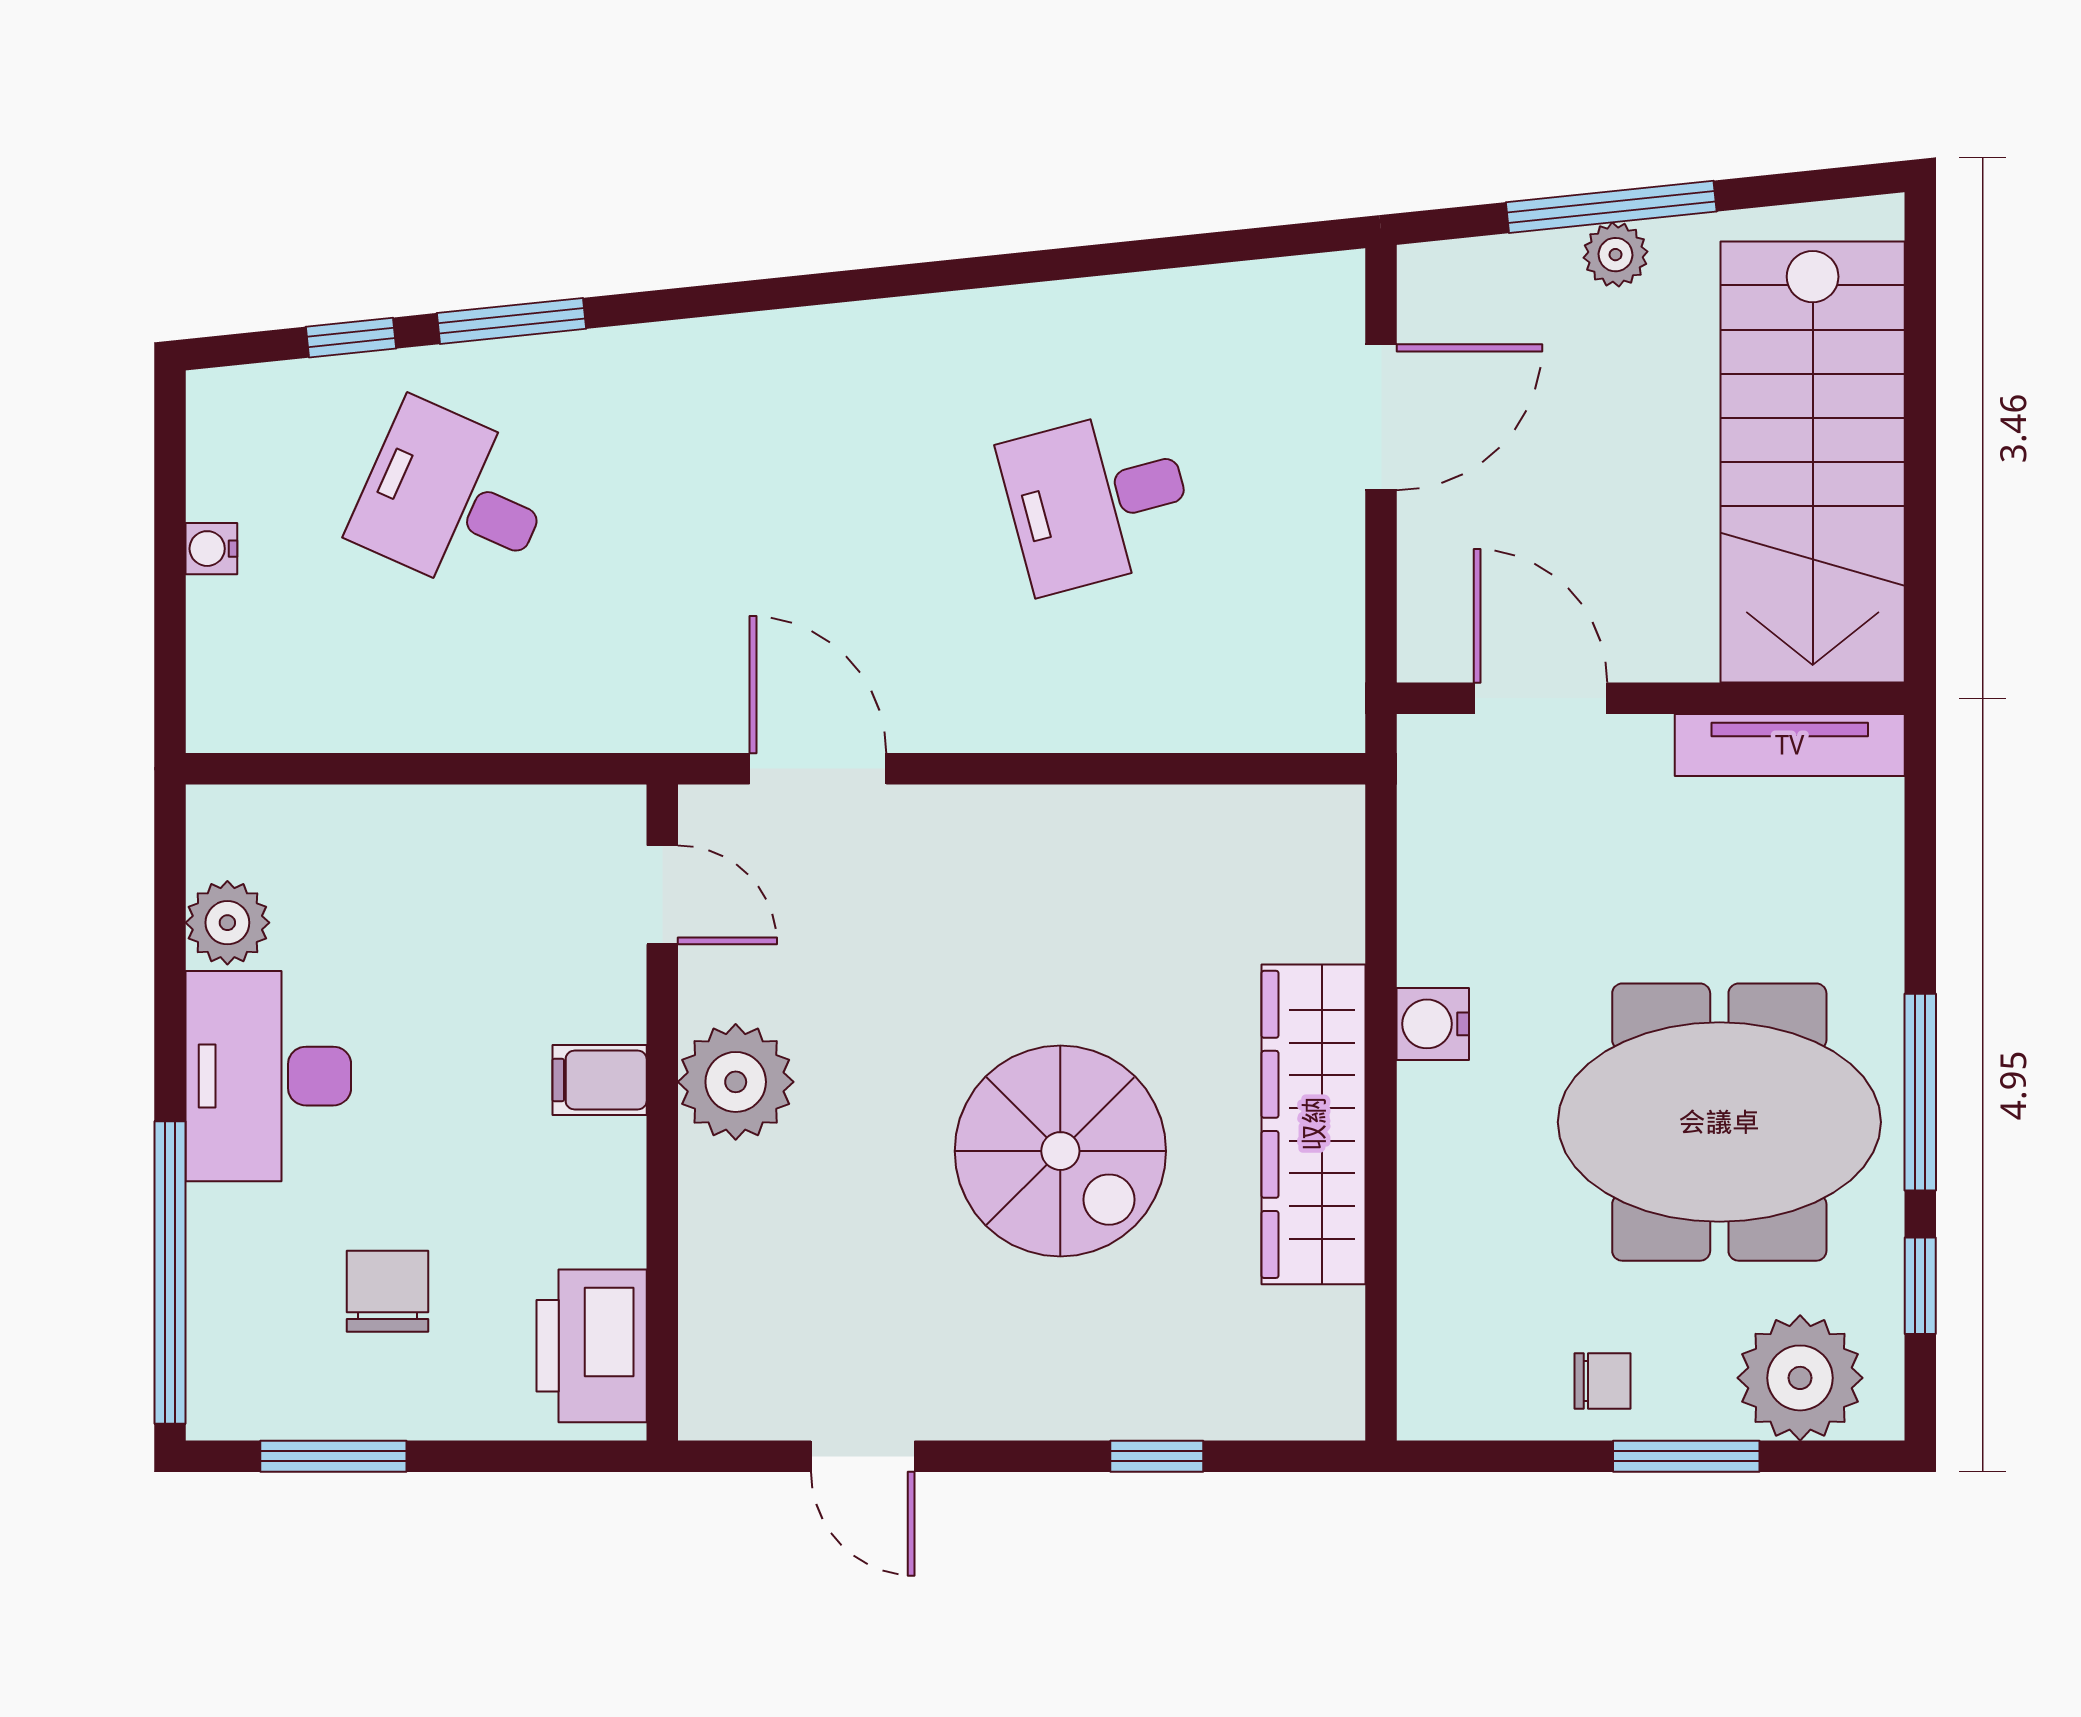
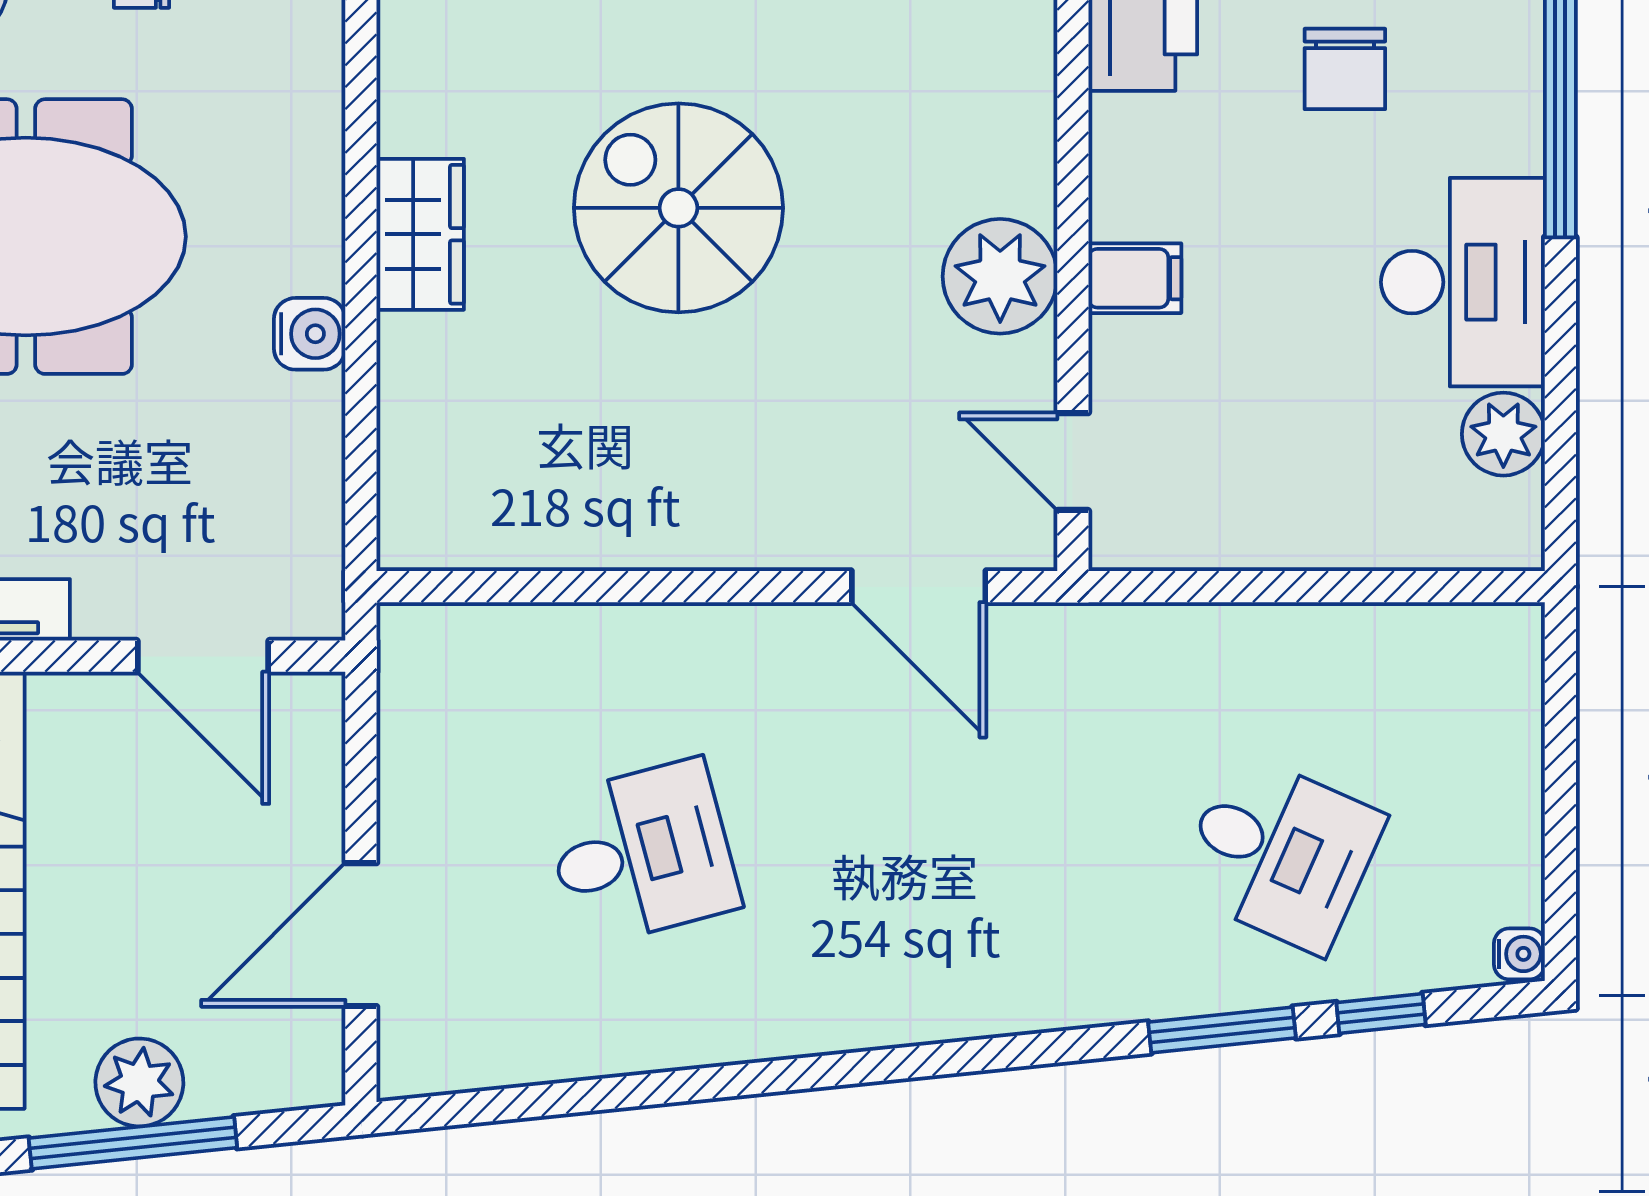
plant: (1616, 255) -> (139, 1082), width x1.38, depth x1.38
water cooler: (211, 549) -> (1519, 954), moved
wardrobe: (1314, 1124) -> (420, 234), width x0.48, depth x0.85

